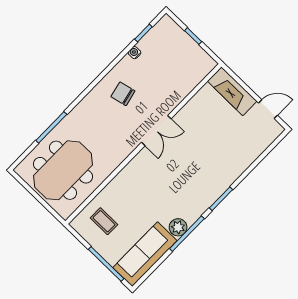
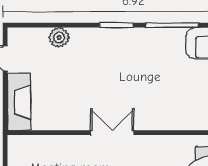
plant: (178, 227) -> (59, 37), moved

